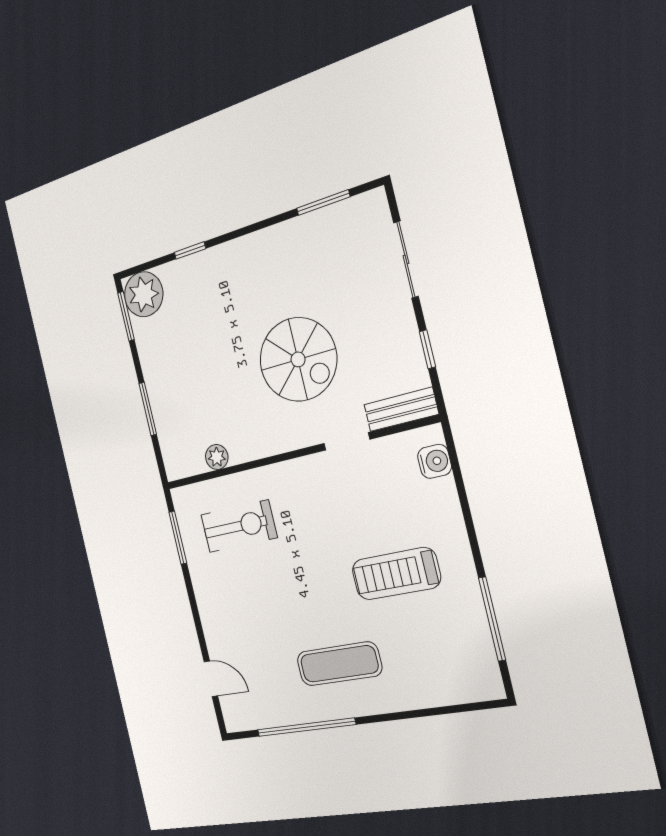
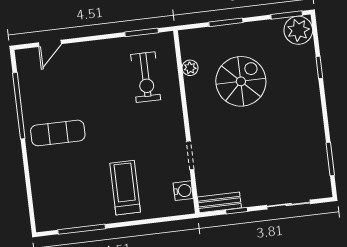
spiral stairs: (298, 359) -> (241, 81), moved, turned 180
bench: (401, 409) -> (219, 202), moved, turned 90
water cooler: (434, 461) -> (183, 191), moved, turned -90
treadmill: (396, 574) -> (125, 188), moved
exercise mat: (339, 664) -> (58, 133), turned 90

